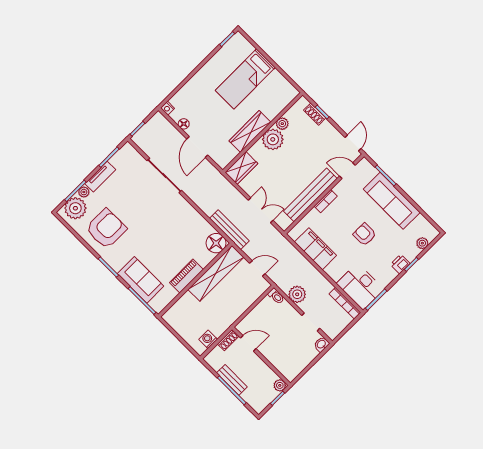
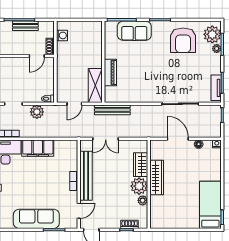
bed: (245, 79) -> (210, 205), moved
wardrobe: (241, 168) -> (141, 165), moved
tv unit: (100, 177) -> (216, 88), moved
armchair: (365, 234) -> (33, 184), removed
floor lamp: (216, 243) -> (112, 95), removed
filing cabinet: (316, 249) -> (38, 148), moved
shelving: (216, 273) -> (95, 85), width x0.68
piano: (186, 276) -> (110, 72), moved

